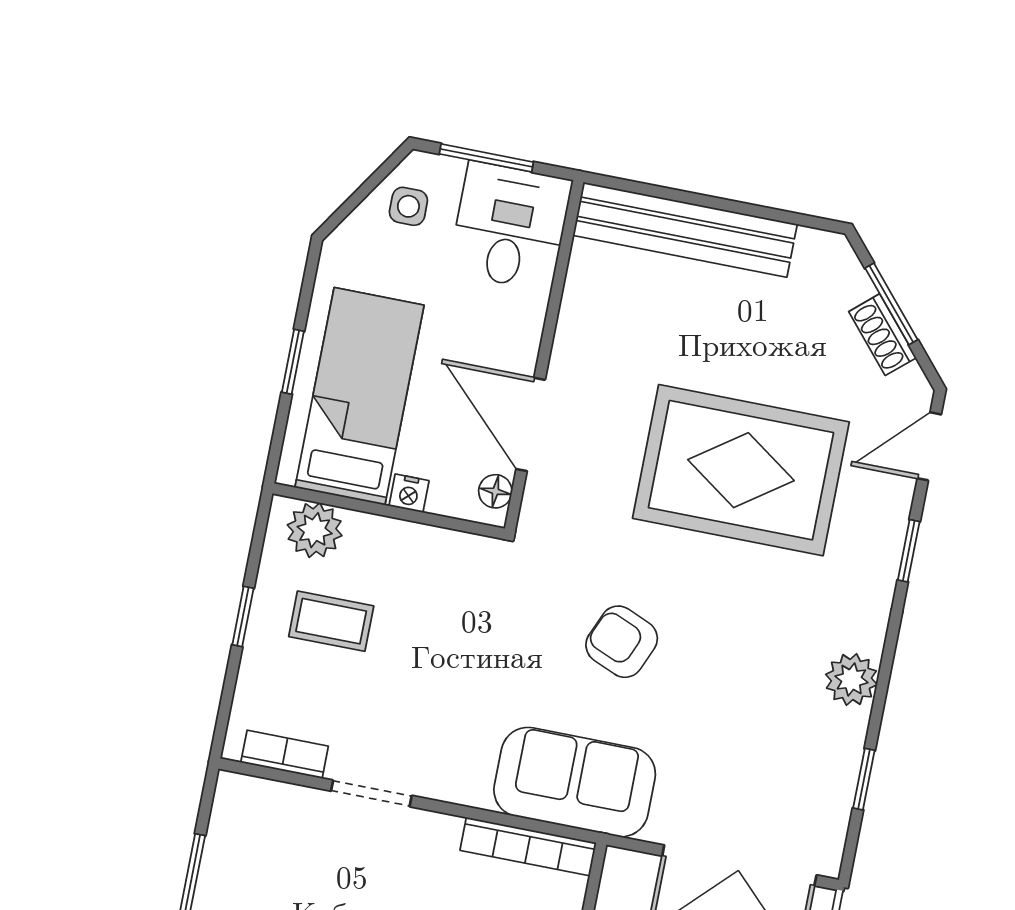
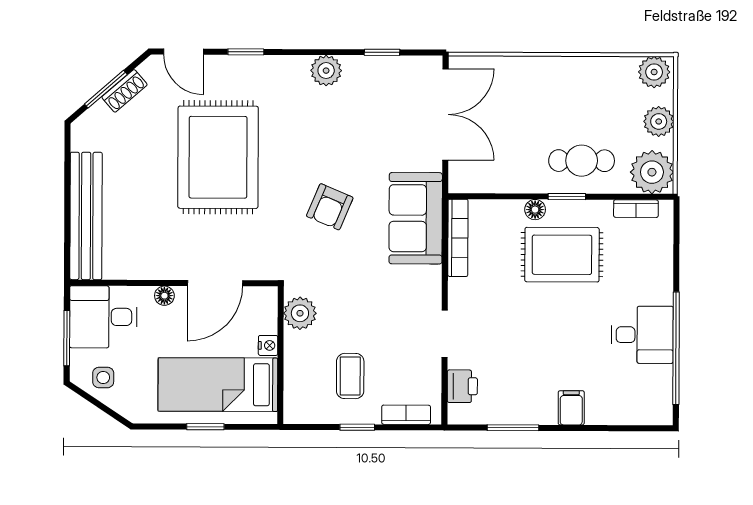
floor lamp: (495, 491) -> (164, 296), moved
plant: (315, 530) -> (300, 313), moved
bookcase: (285, 754) -> (406, 415), moved, turned 90
printer: (278, 806) -> (462, 386), added

